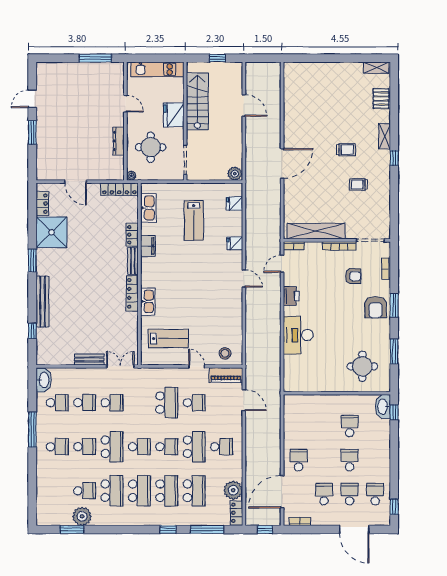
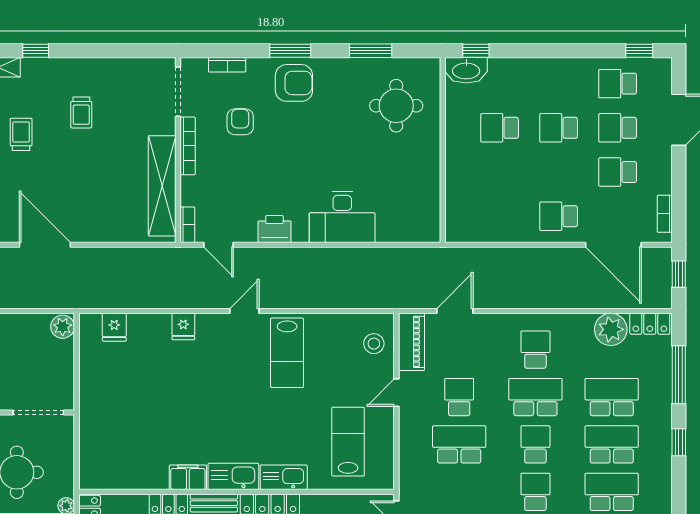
kitchen sink: (148, 208) -> (233, 476), moved
lab bench: (194, 220) -> (287, 353), moved, turned 90

